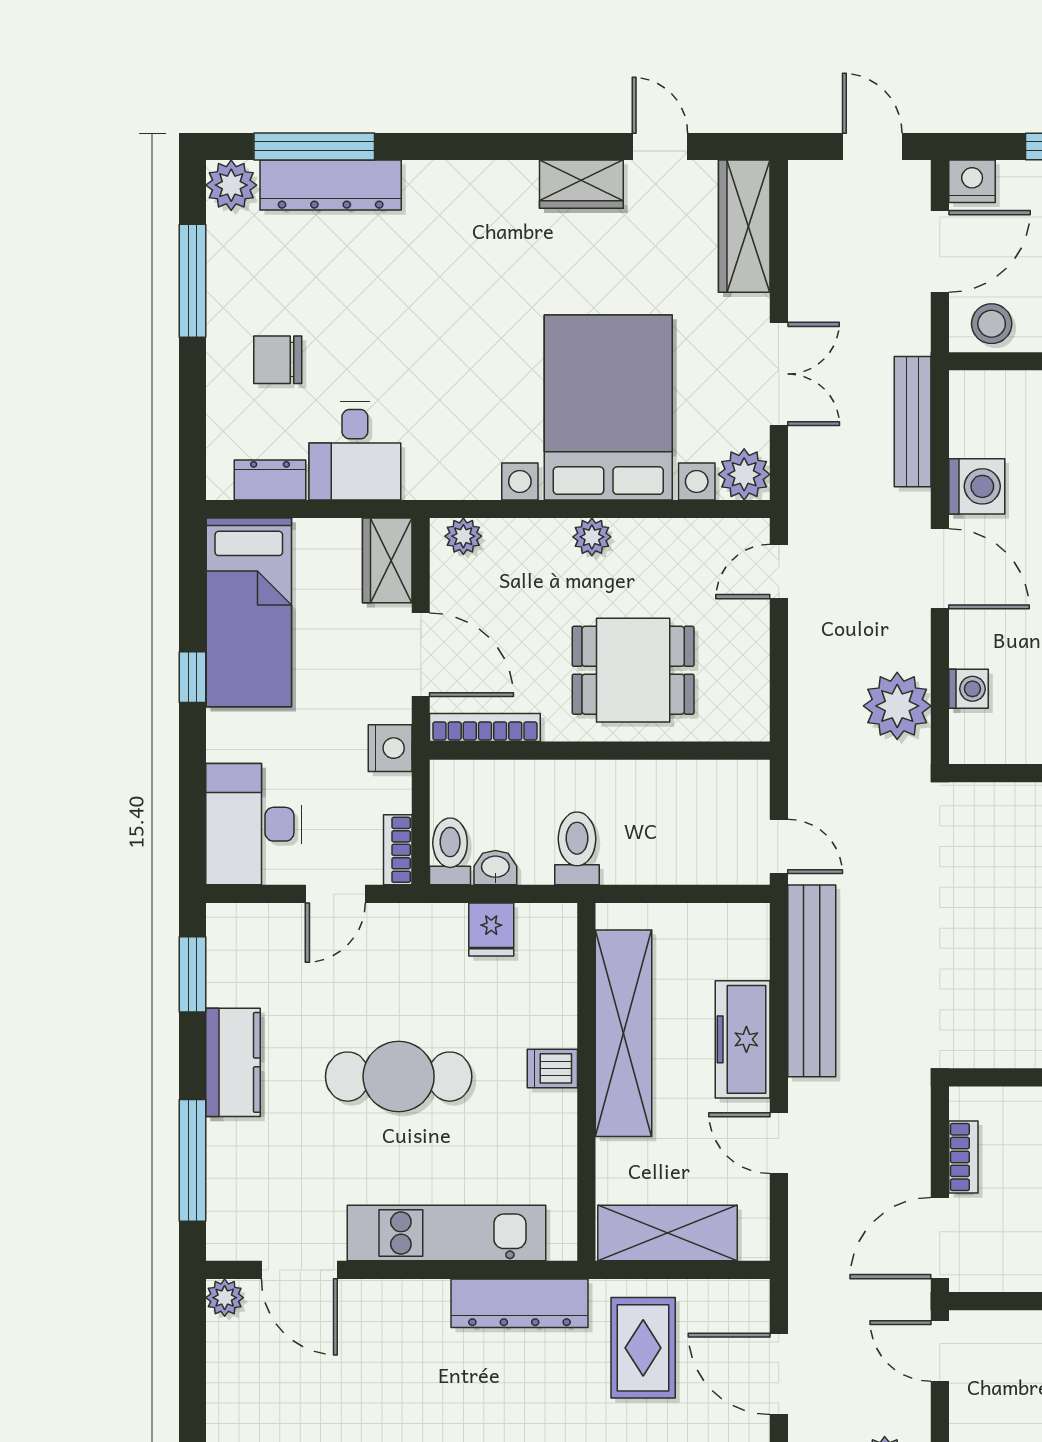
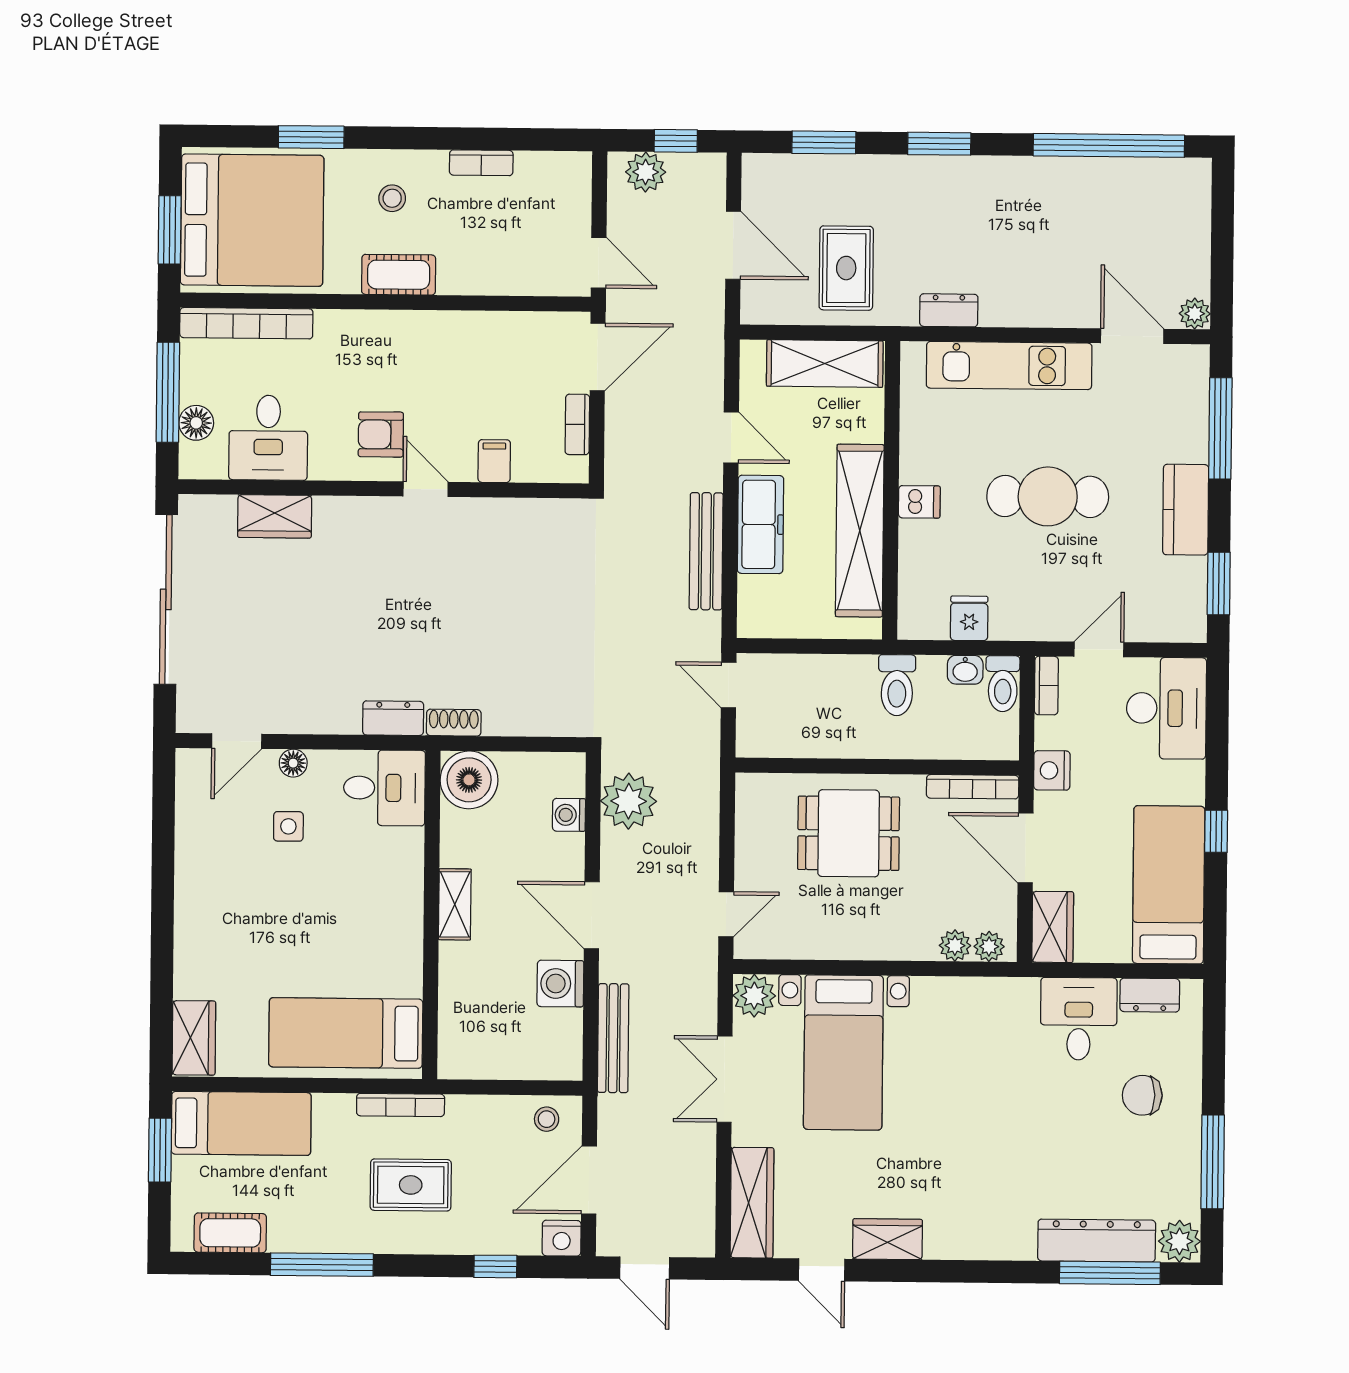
stool: (992, 324) -> (547, 1119), width x0.73, depth x0.73
chair: (278, 360) -> (1142, 1095), turned 180
bed with nightstands: (608, 407) -> (843, 1052), width x0.73
plant: (592, 537) -> (955, 946), moved
bench: (812, 981) -> (706, 551), width x0.73, depth x0.82
dresser: (520, 1303) -> (949, 310), width x0.51, depth x0.80

